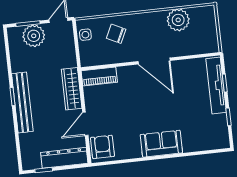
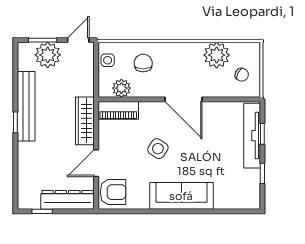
chair: (116, 34) -> (143, 63), turned 64
chair: (201, 34) -> (242, 75), added
plant: (100, 57) -> (121, 88), added
bench: (22, 102) -> (26, 106), moved
side table: (137, 106) -> (158, 149), added
sofa: (161, 144) -> (181, 196), width x1.36
armchair: (102, 147) -> (113, 192), turned 90

